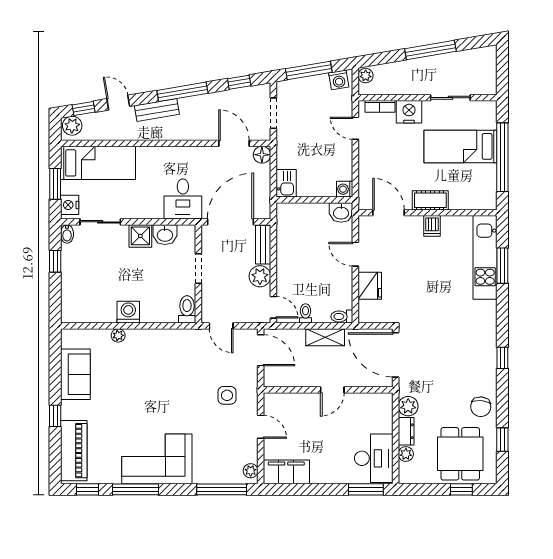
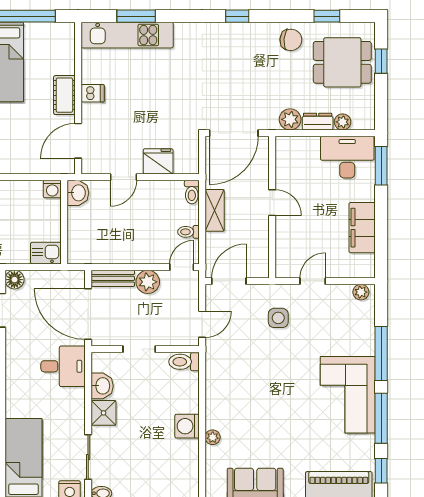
filing cabinet: (286, 472) -> (362, 228), moved
window: (222, 489) -> (381, 353), moved

